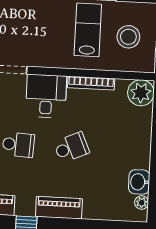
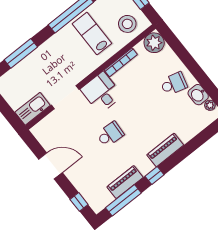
stool: (128, 37) -> (127, 24), moved
school desk: (71, 147) -> (174, 84), moved, turned 39

